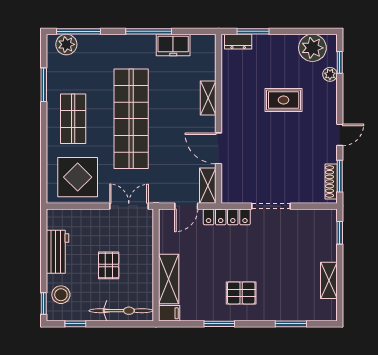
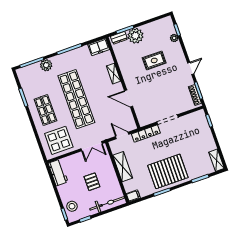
plant: (66, 44) -> (46, 65), moved
freezer: (173, 45) -> (99, 47), moved
plant: (312, 48) -> (135, 36), moved
shelving: (208, 186) -> (130, 120), removed
double door: (129, 206) -> (92, 146), swing flipped
door: (186, 206) -> (122, 135), swing flipped
workbench: (58, 252) -> (58, 173), moved
shelving: (169, 279) -> (123, 167), moved
shelving: (329, 280) -> (217, 160), moved
pallet: (241, 293) -> (168, 171), width x2.05, depth x2.00

